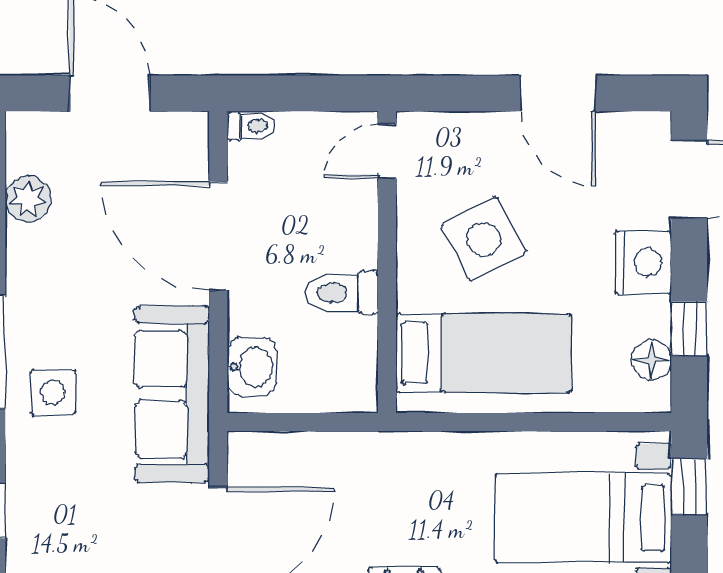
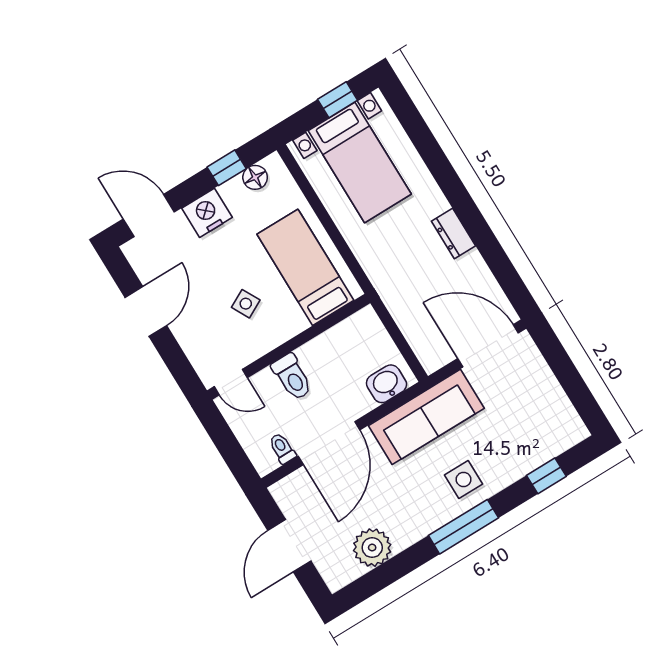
toilet: (251, 126) -> (282, 448), moved
plant: (28, 199) -> (372, 548), width x1.36, depth x1.36
side table: (484, 239) -> (246, 304), width x0.54, depth x0.54
toilet: (342, 293) -> (292, 377), moved
window: (689, 487) -> (338, 100), moved

